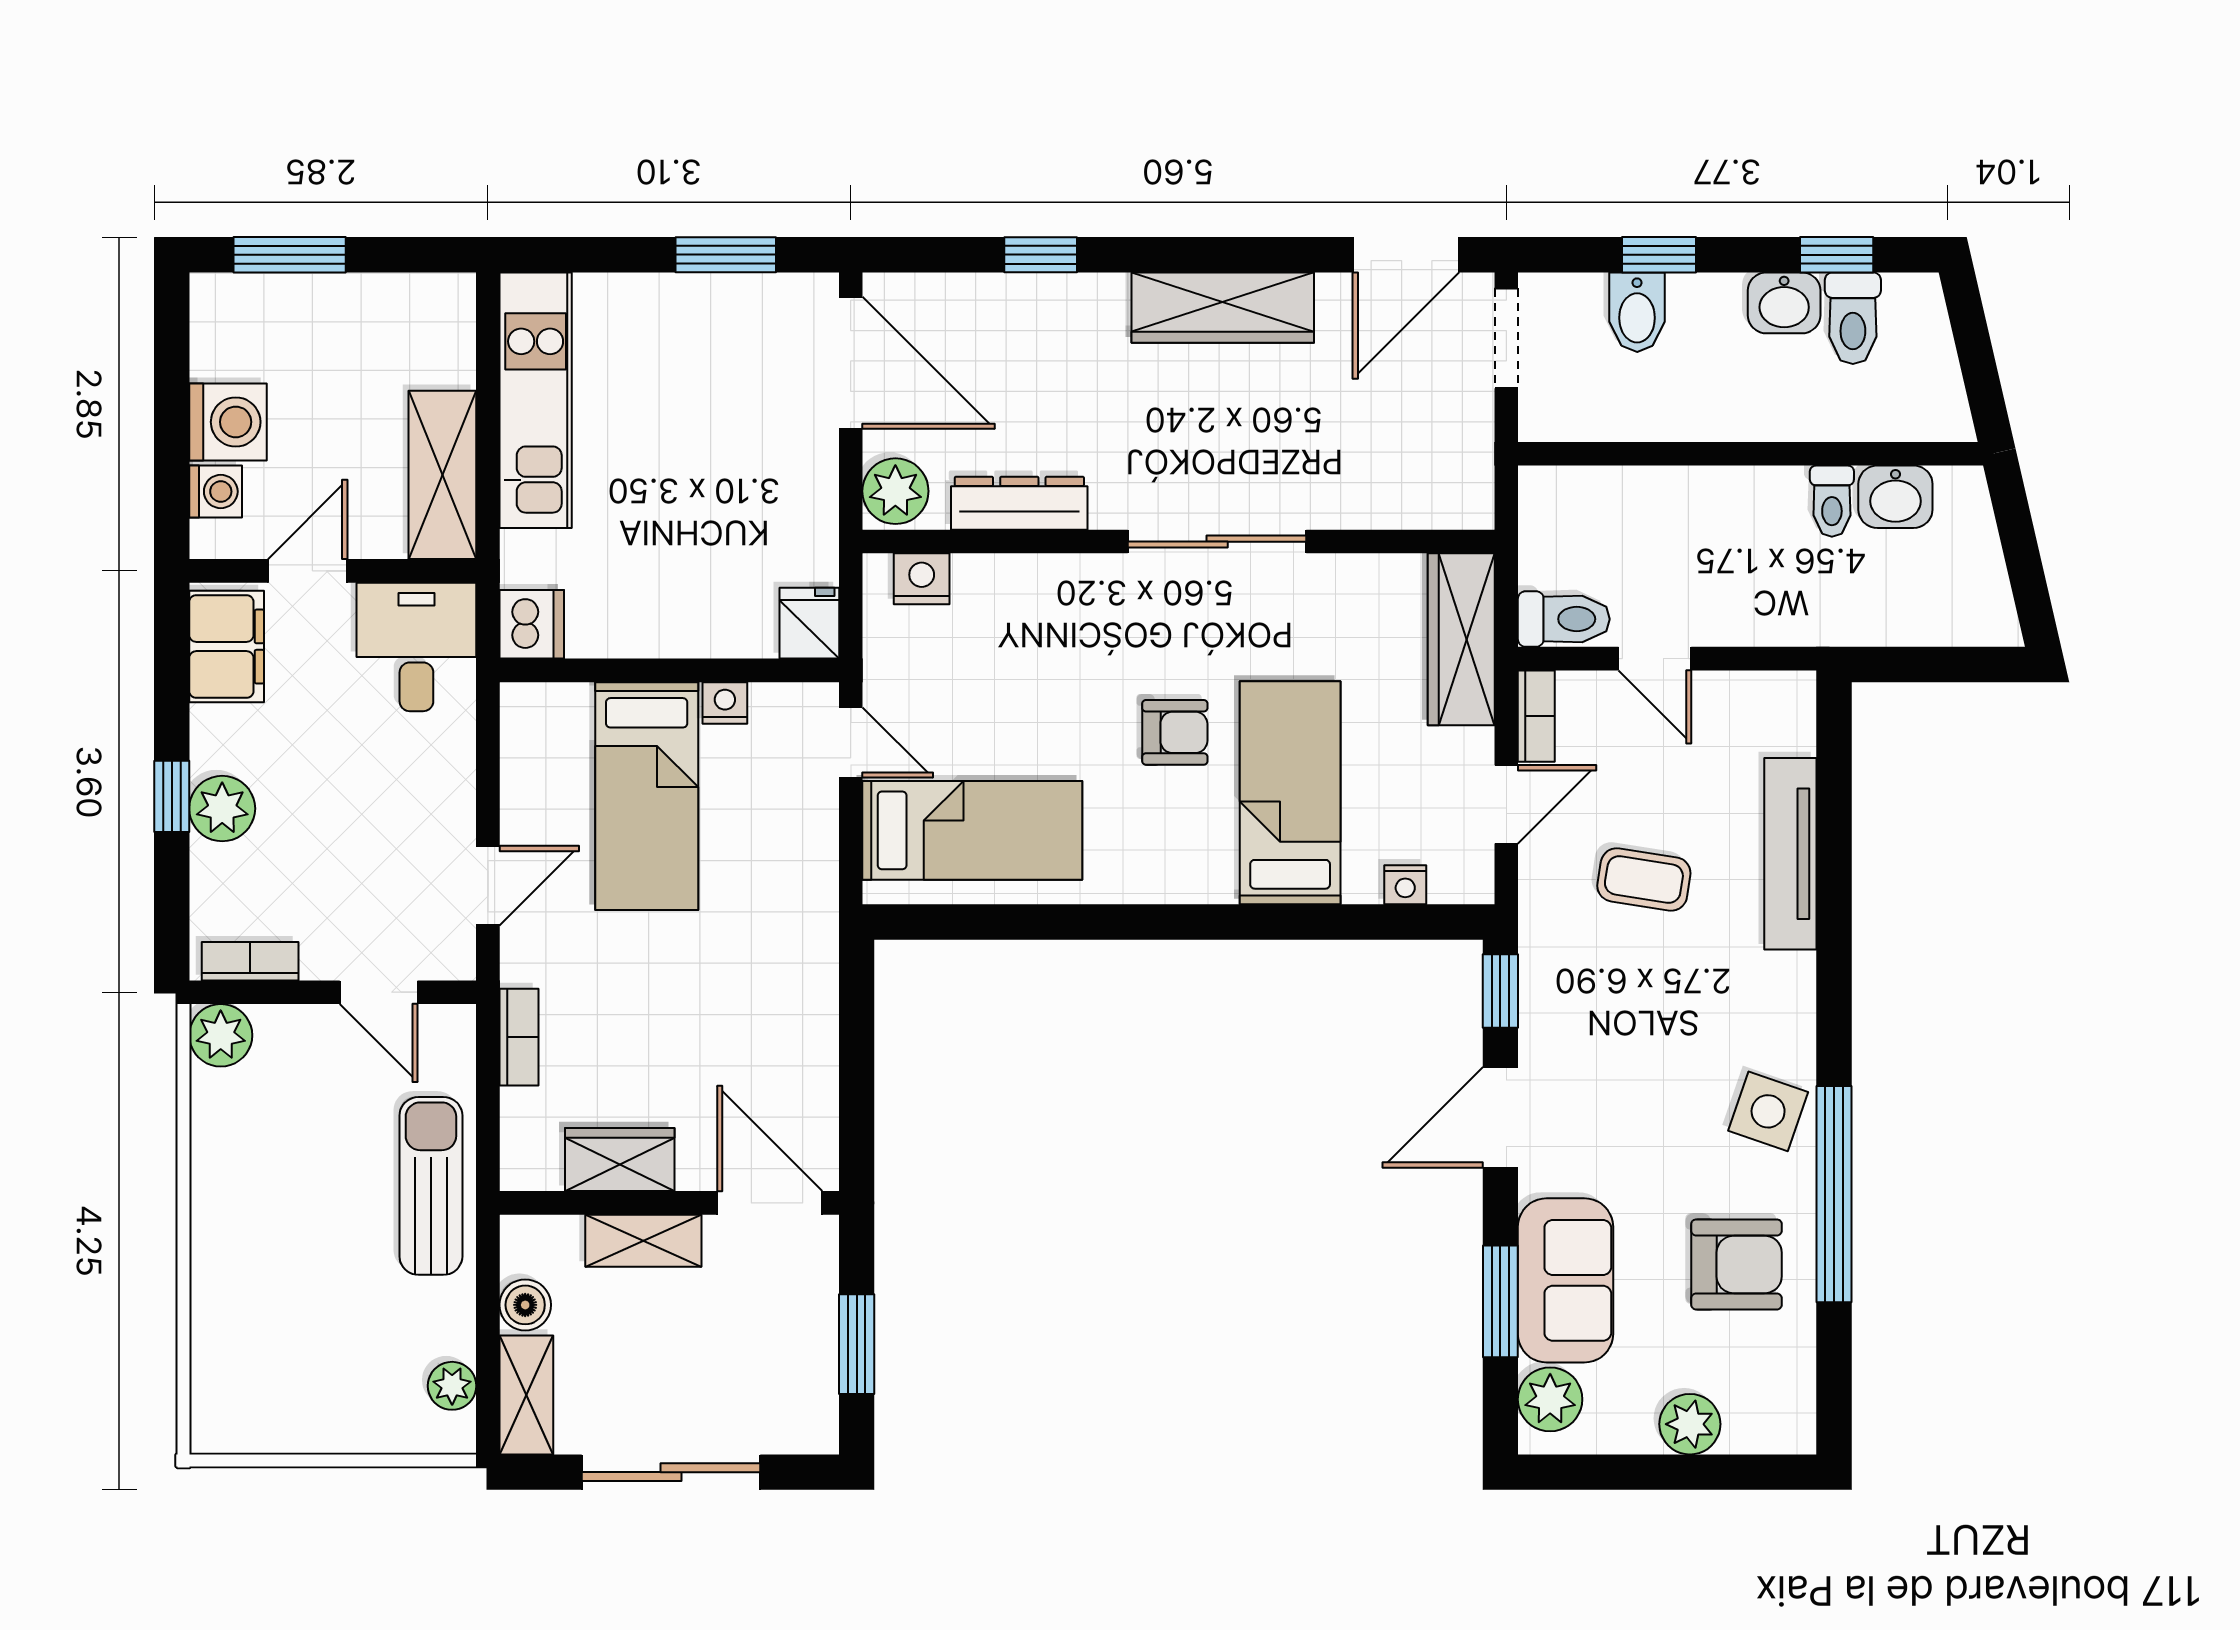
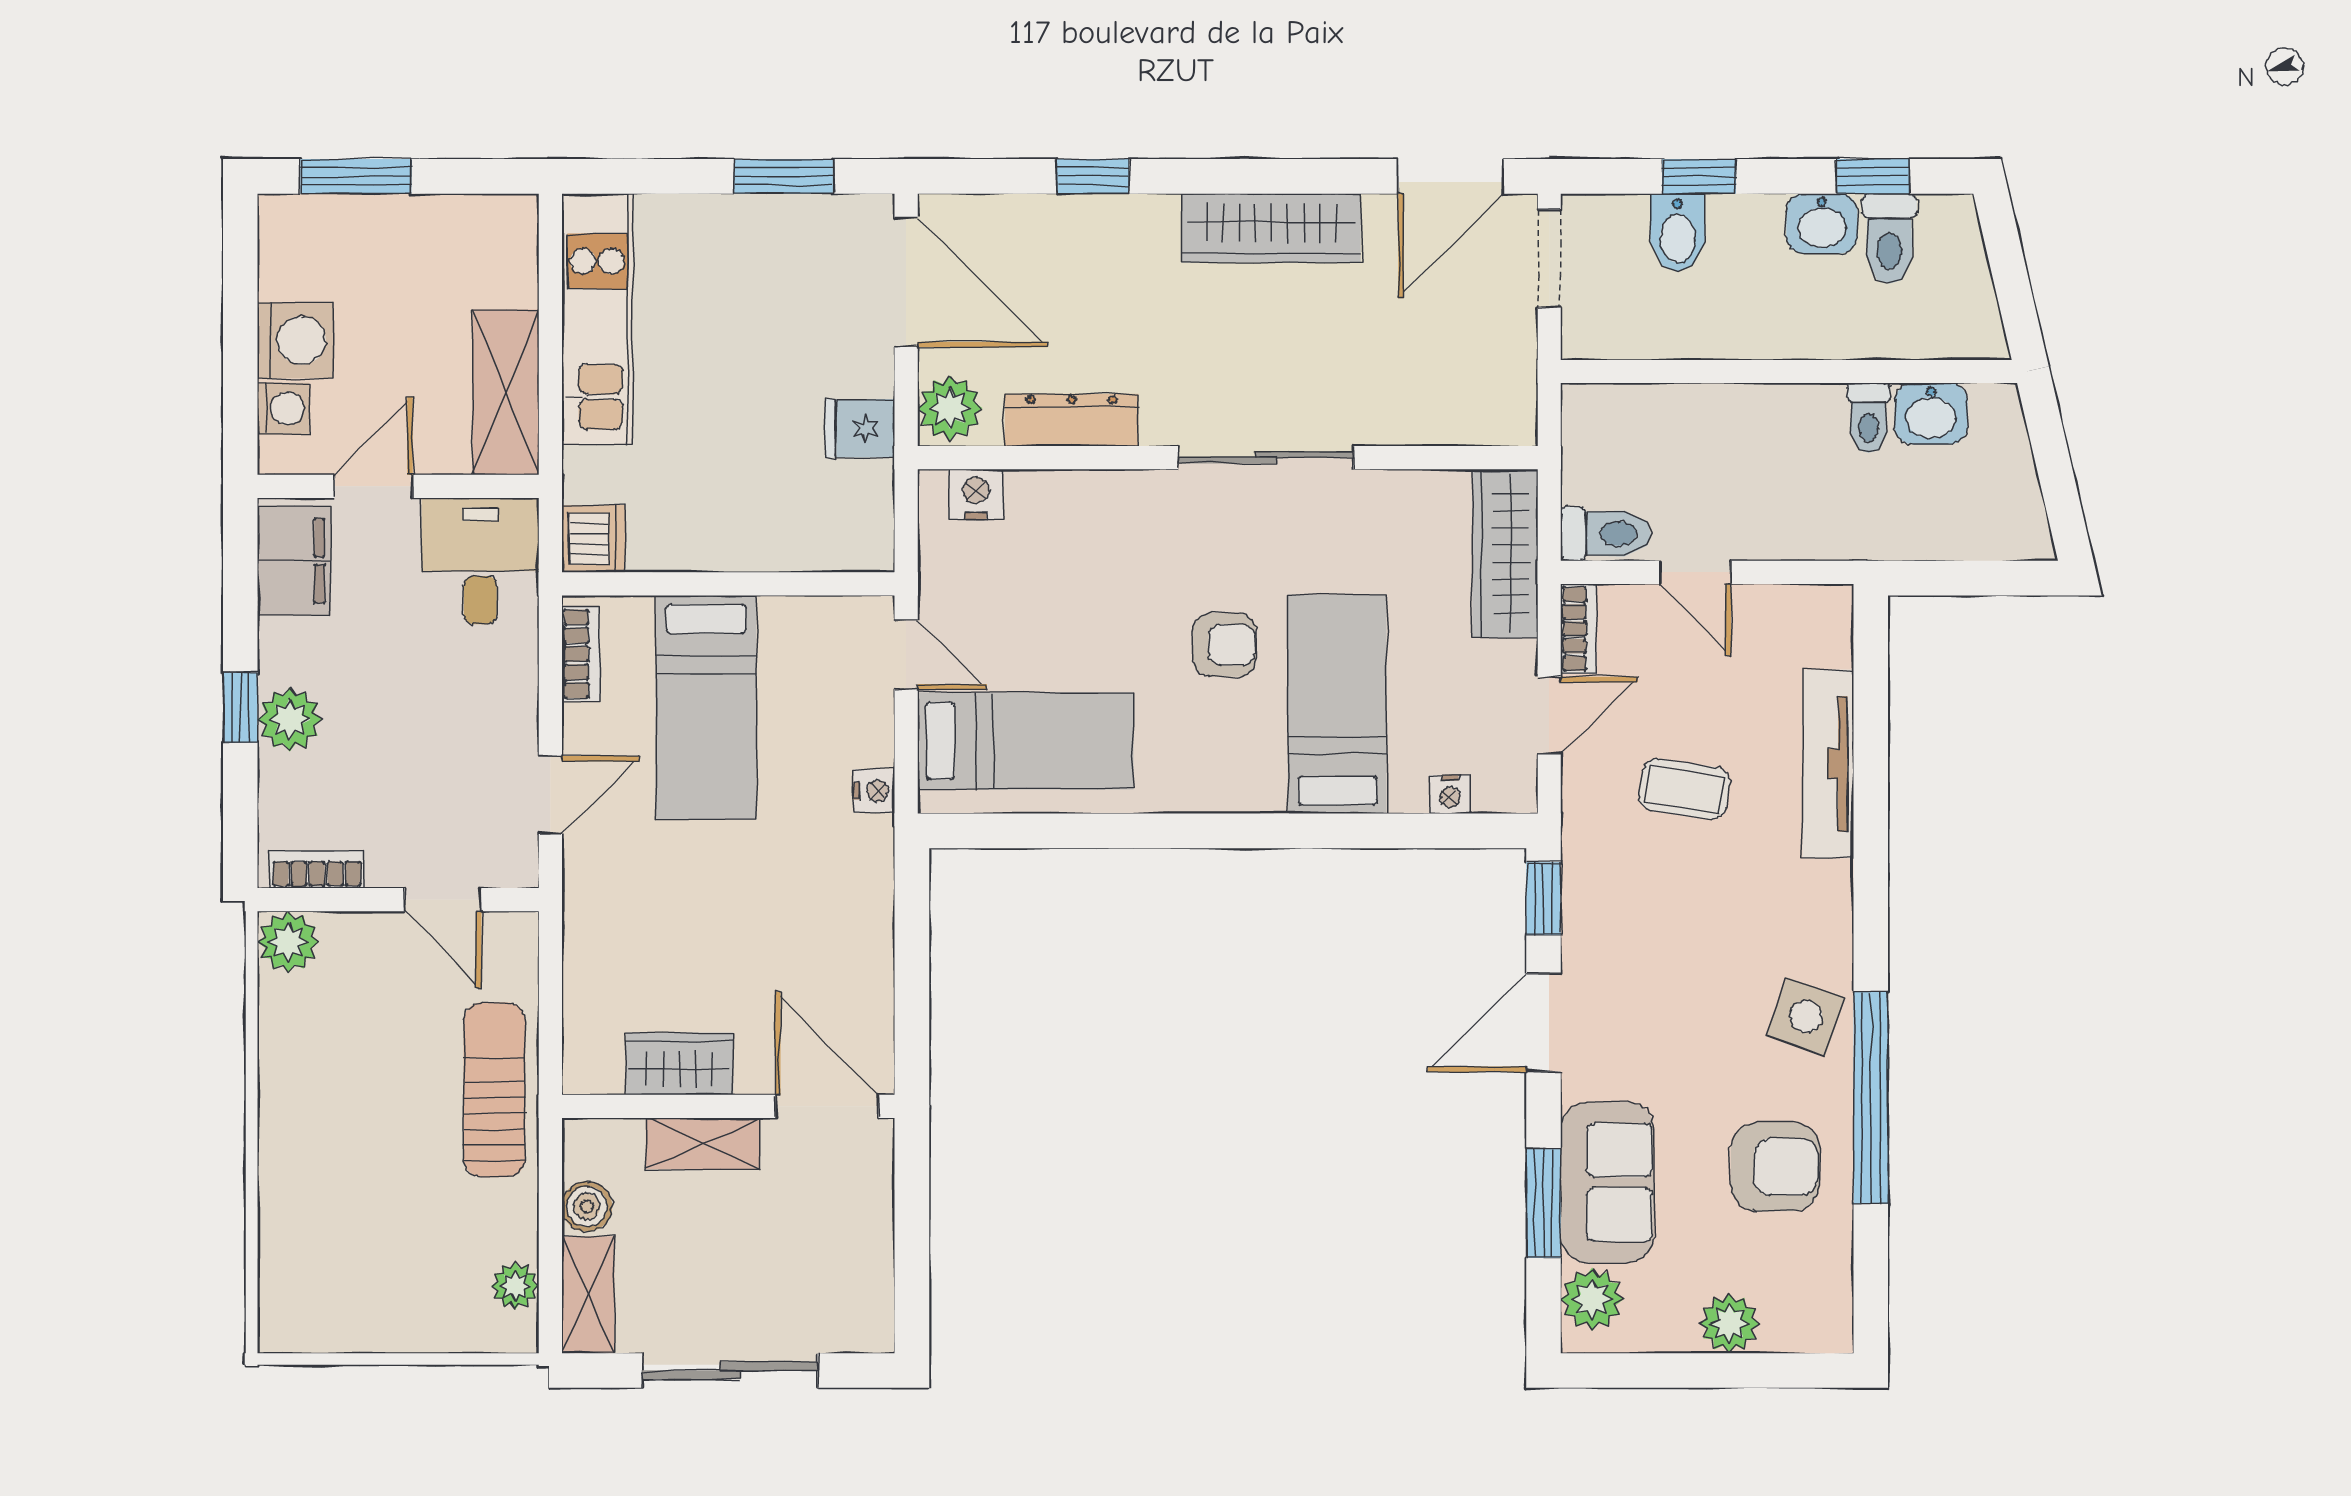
fridge: (809, 623) -> (860, 428), moved, turned -90
nightstand: (725, 703) -> (874, 791), moved, turned 90
bookcase: (519, 1037) -> (581, 654), moved
window: (857, 1344) -> (912, 1245), removed

